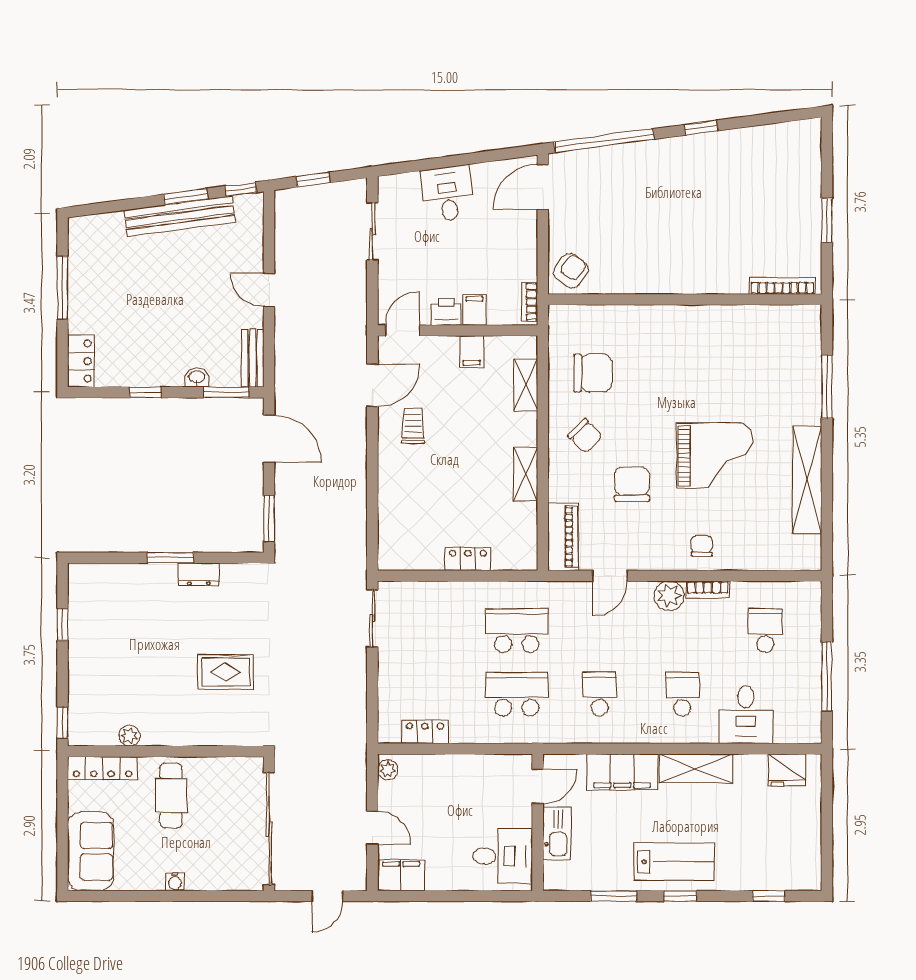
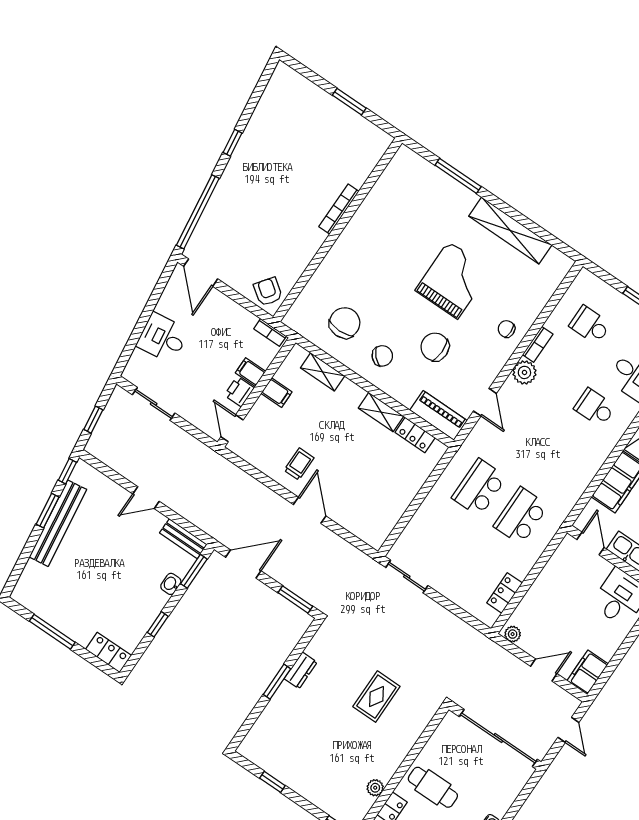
bookcase: (782, 286) -> (339, 209), moved
door: (372, 385) -> (310, 510), moved
trolley: (413, 426) -> (299, 464), turned 90
locker: (468, 559) -> (415, 435), moved, turned -90
school desk: (600, 694) -> (558, 462), removed

